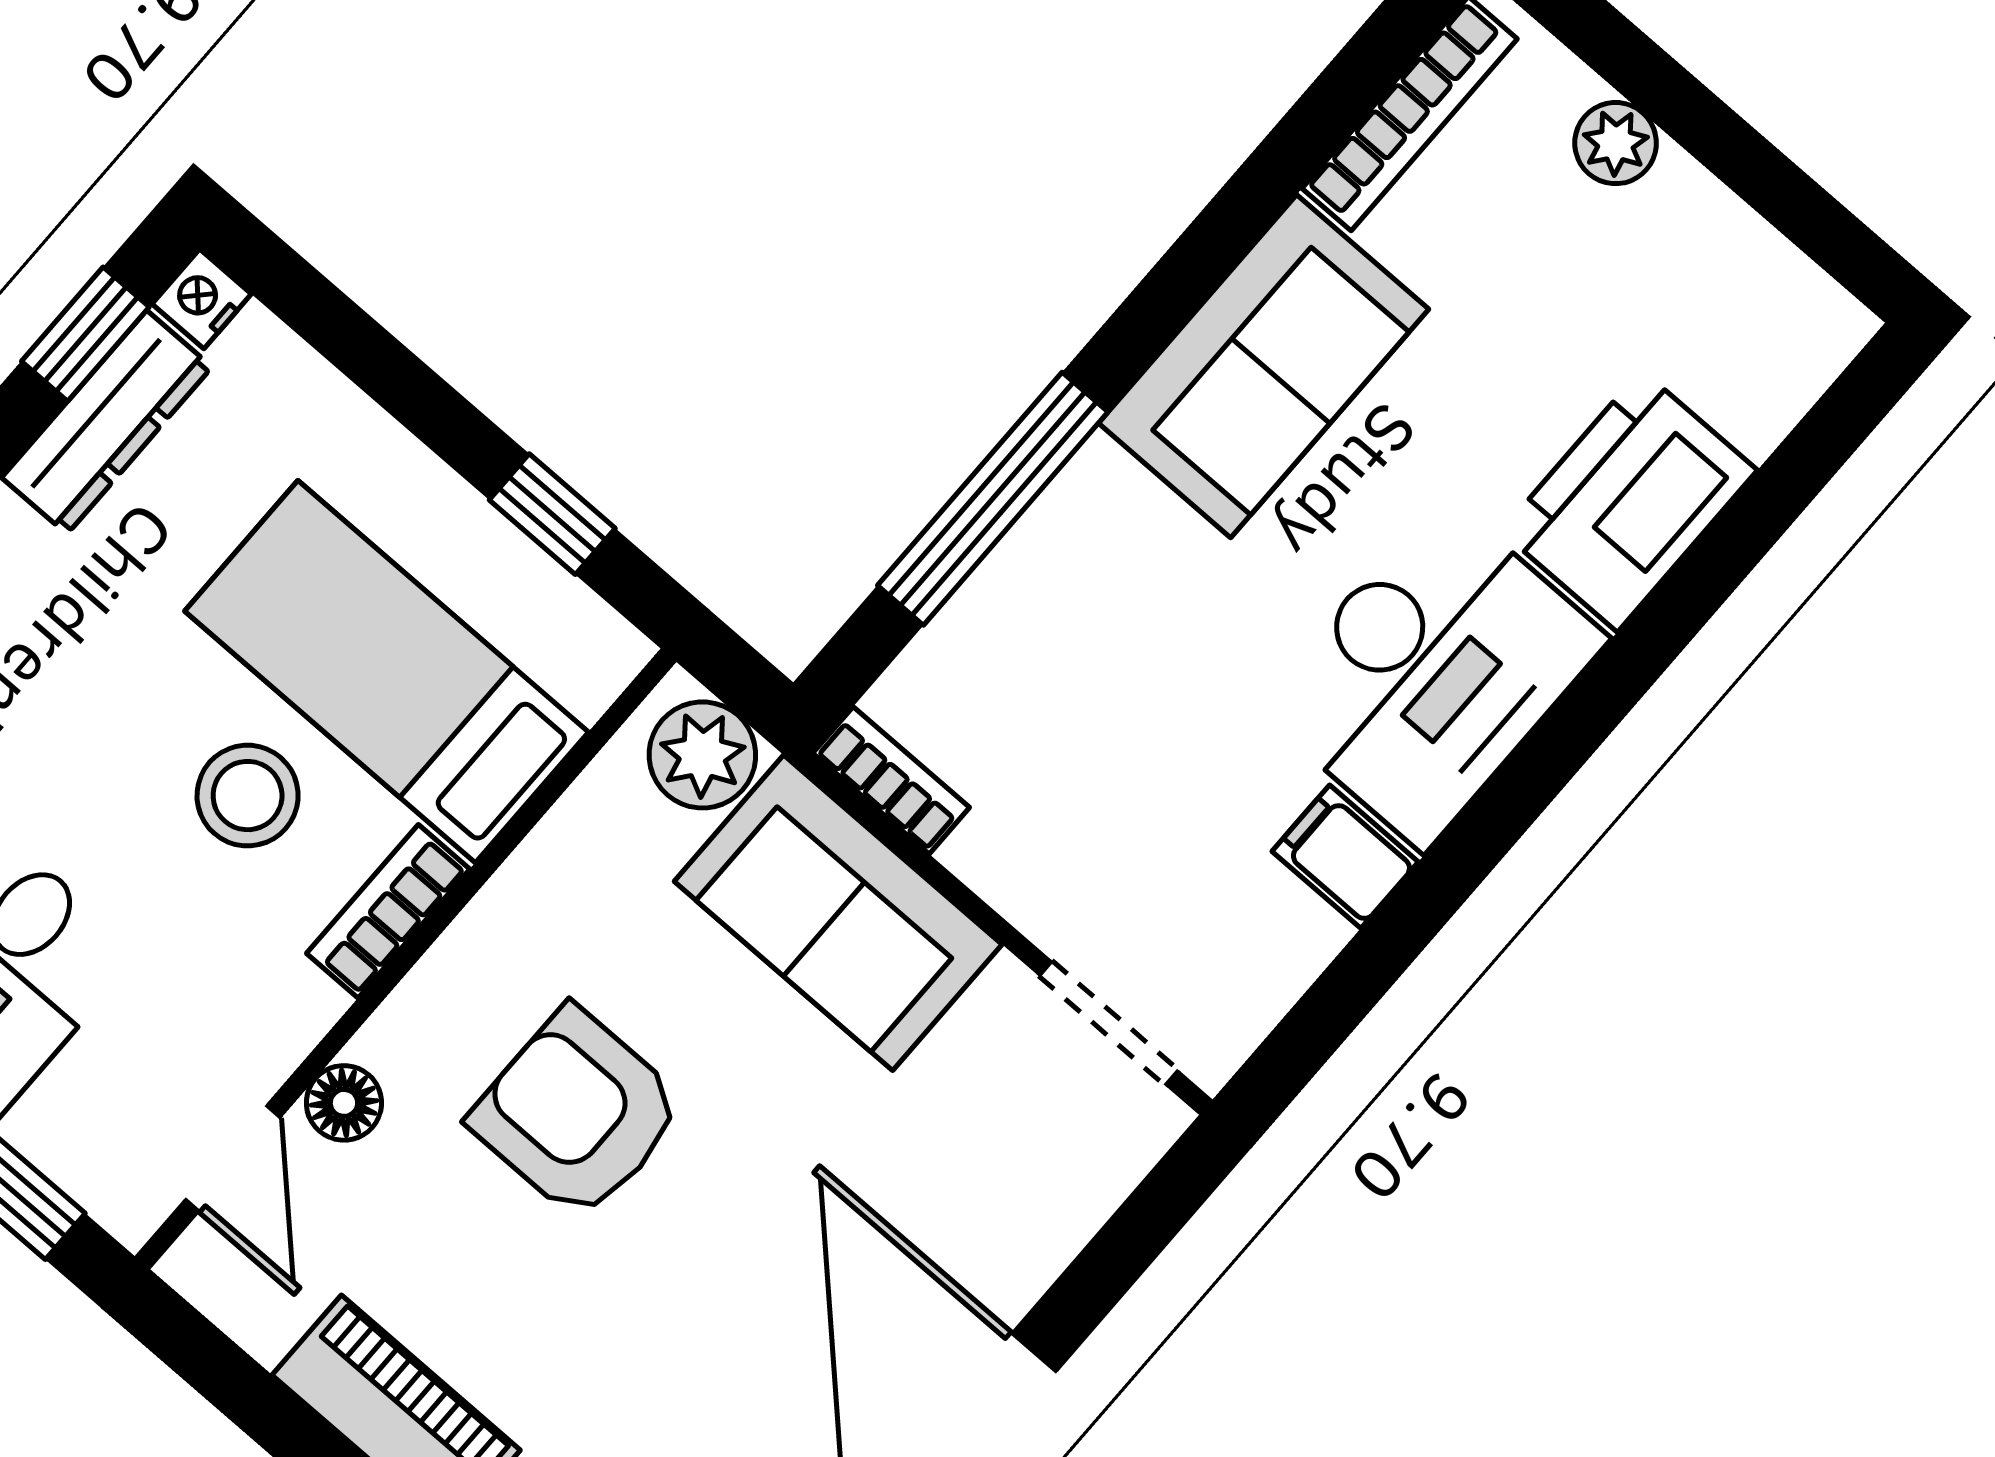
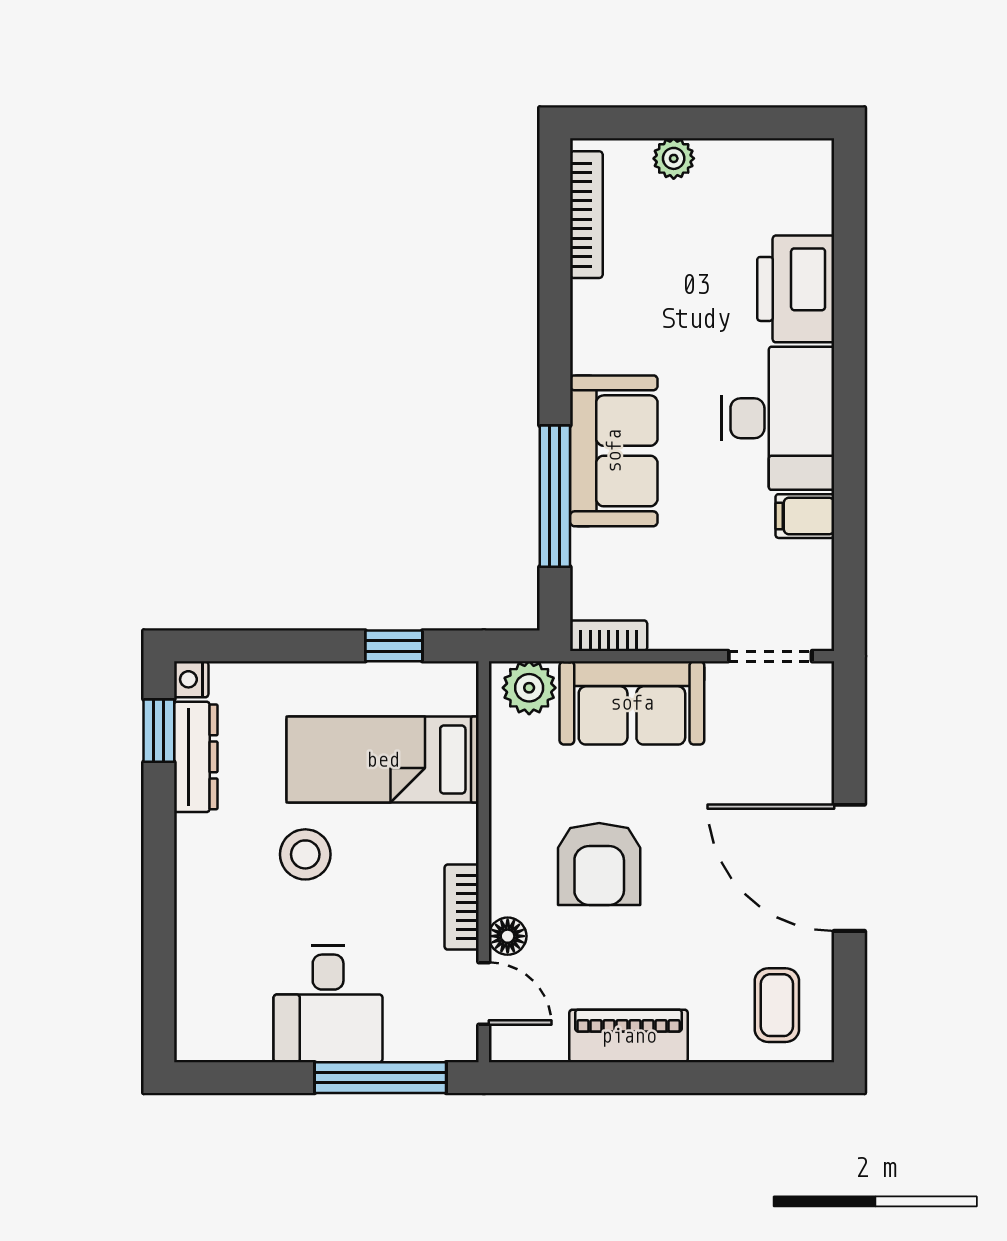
sofa: (1264, 366) -> (614, 451), moved
stool: (248, 796) -> (305, 854), moved
bookcase: (388, 911) -> (462, 907), moved
armchair: (577, 1114) -> (599, 864), turned -90

